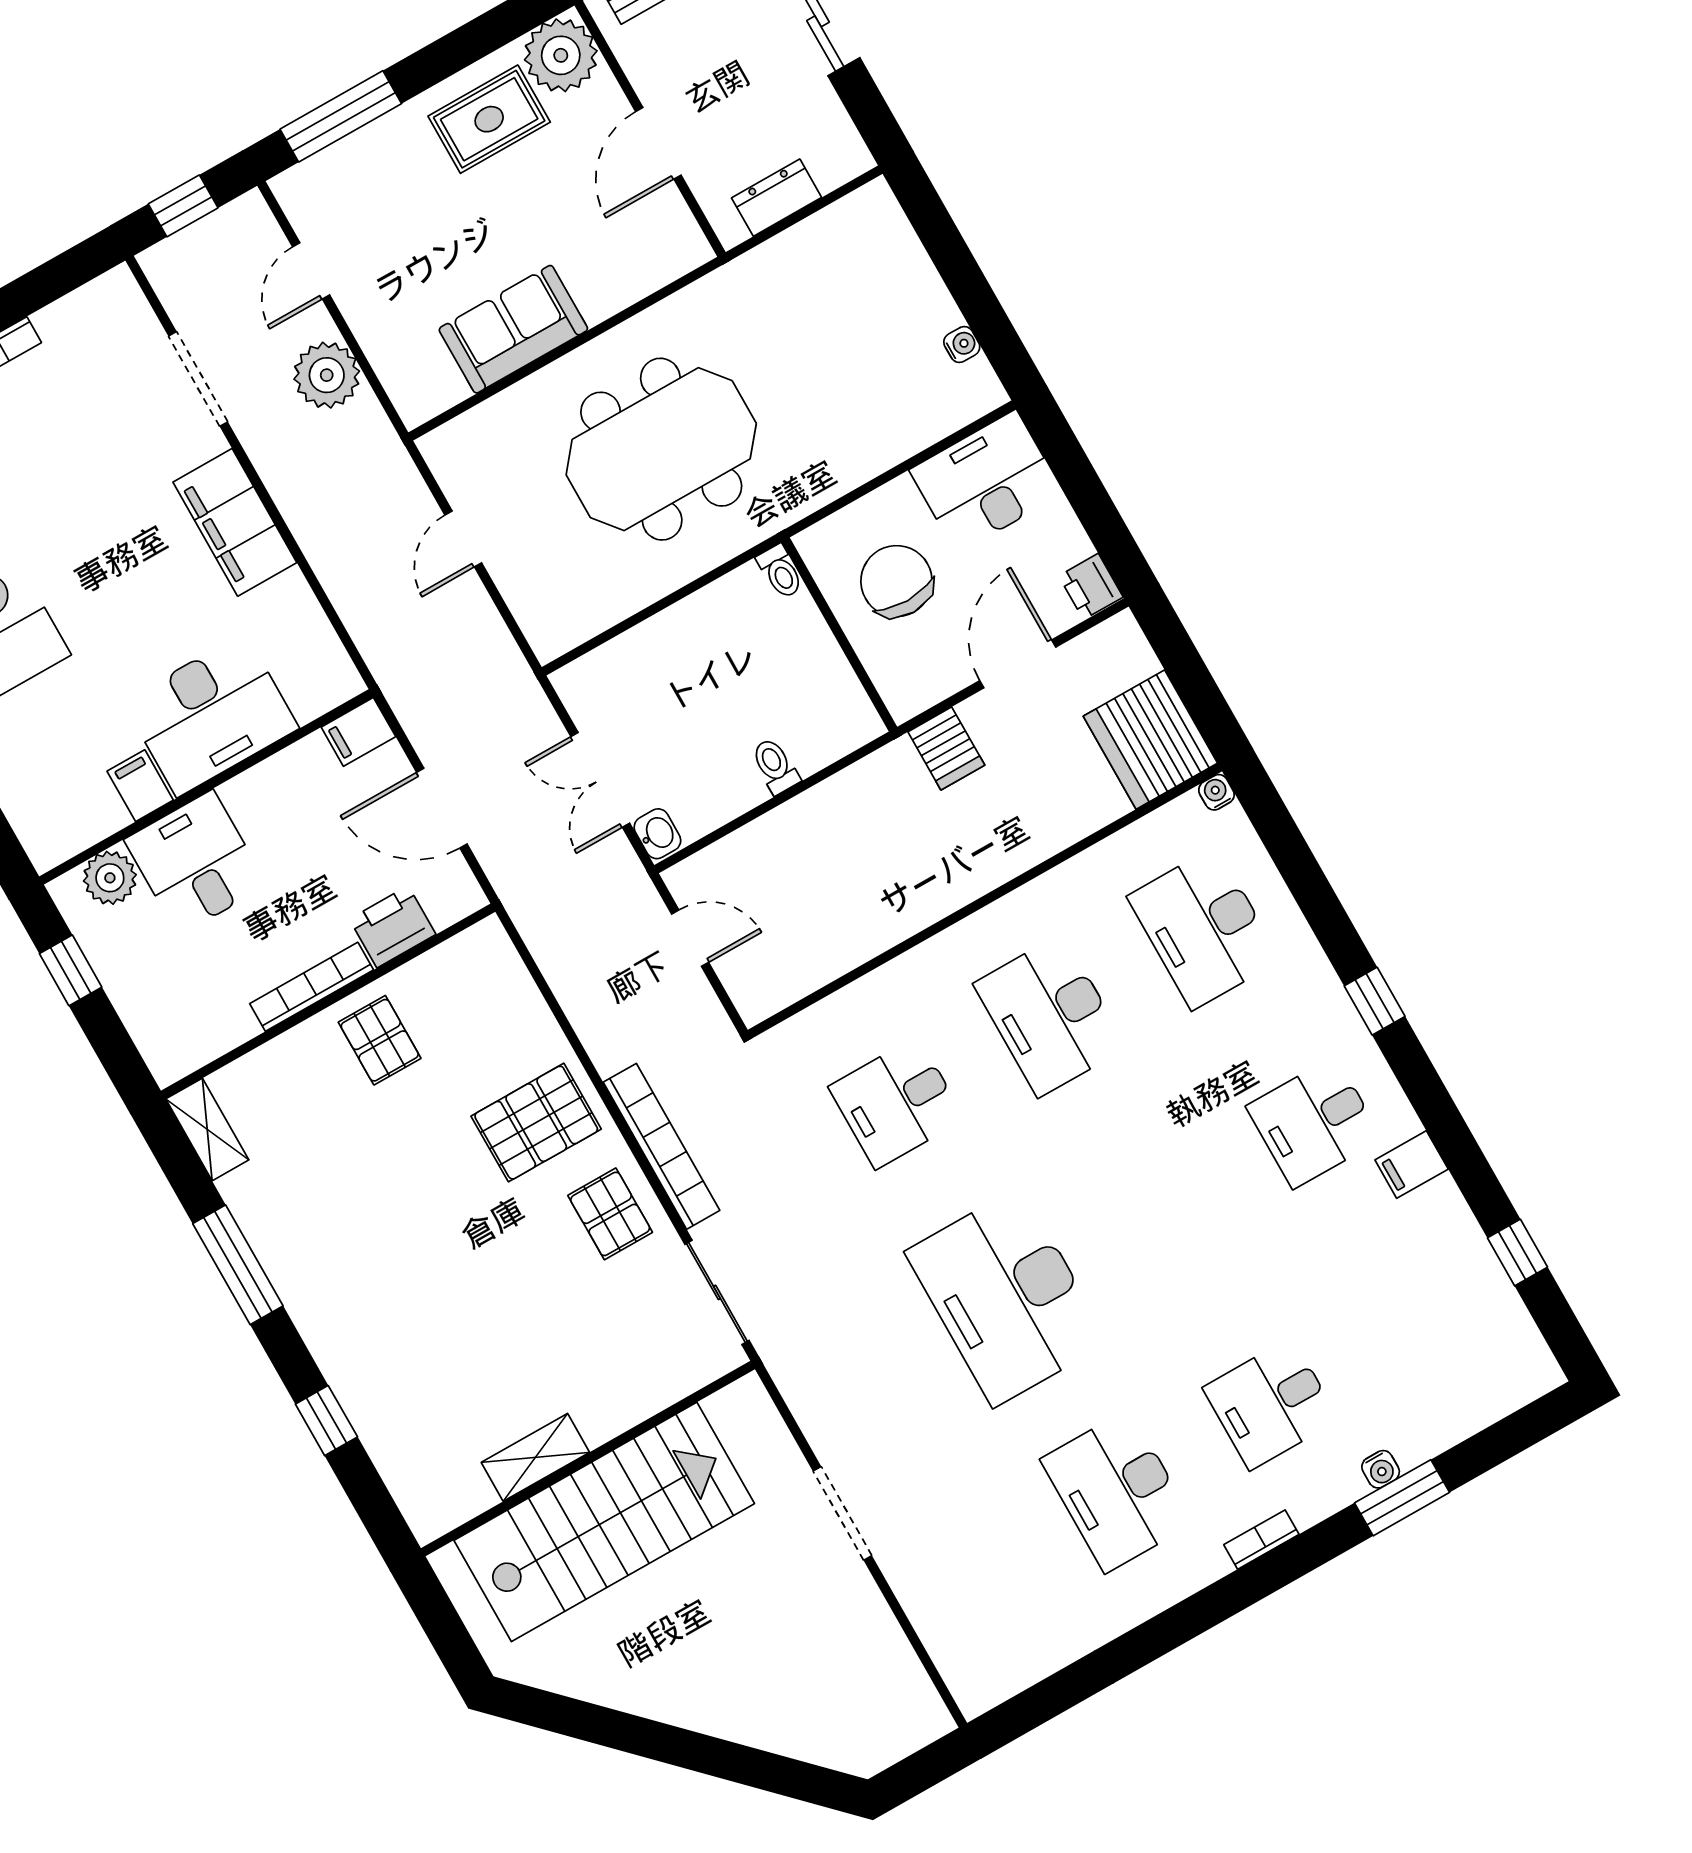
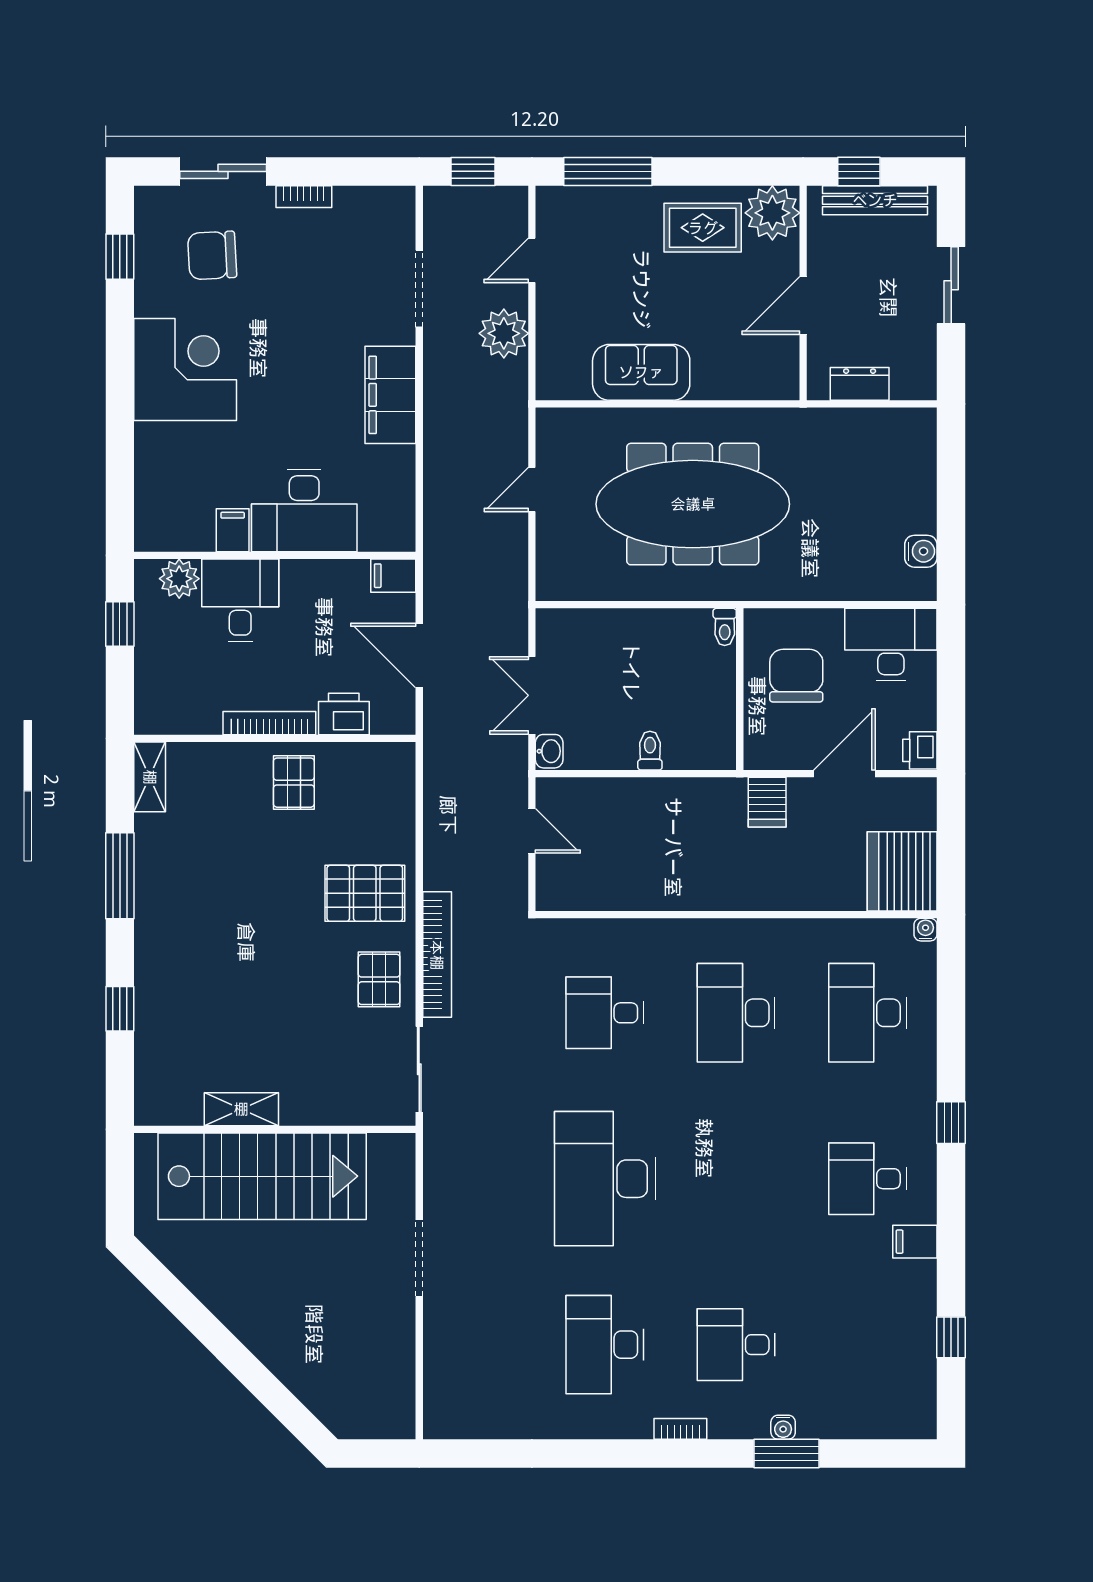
water cooler: (962, 344) -> (921, 551), width x1.38, depth x1.38
meeting table: (661, 449) -> (693, 504), width x1.36

